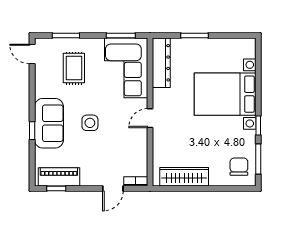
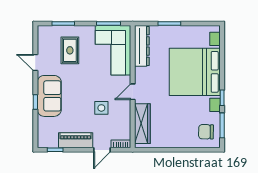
door: (32, 54) -> (35, 63), moved
bed with nightstands: (225, 94) -> (195, 72), width x1.36
side table: (90, 123) -> (101, 108), moved
chair: (239, 167) -> (206, 132), turned -89
piano: (59, 177) -> (76, 140), moved
wardrobe: (184, 177) -> (142, 124), moved, turned 90

